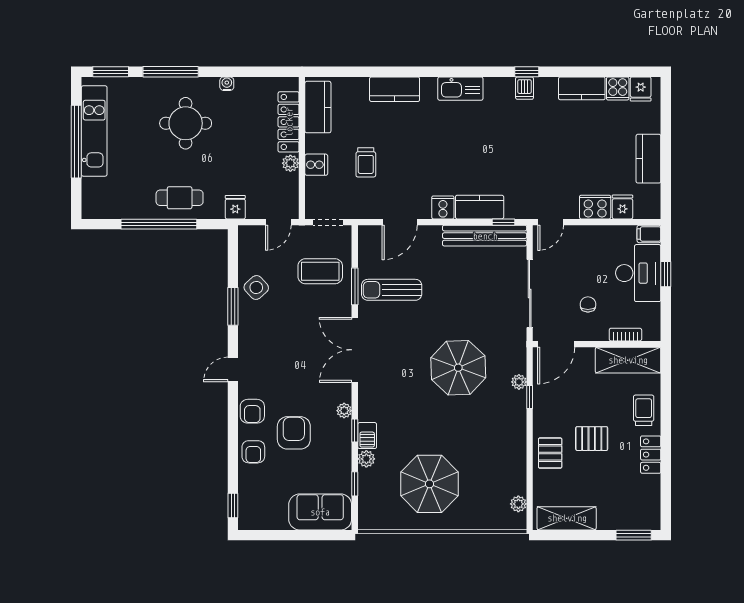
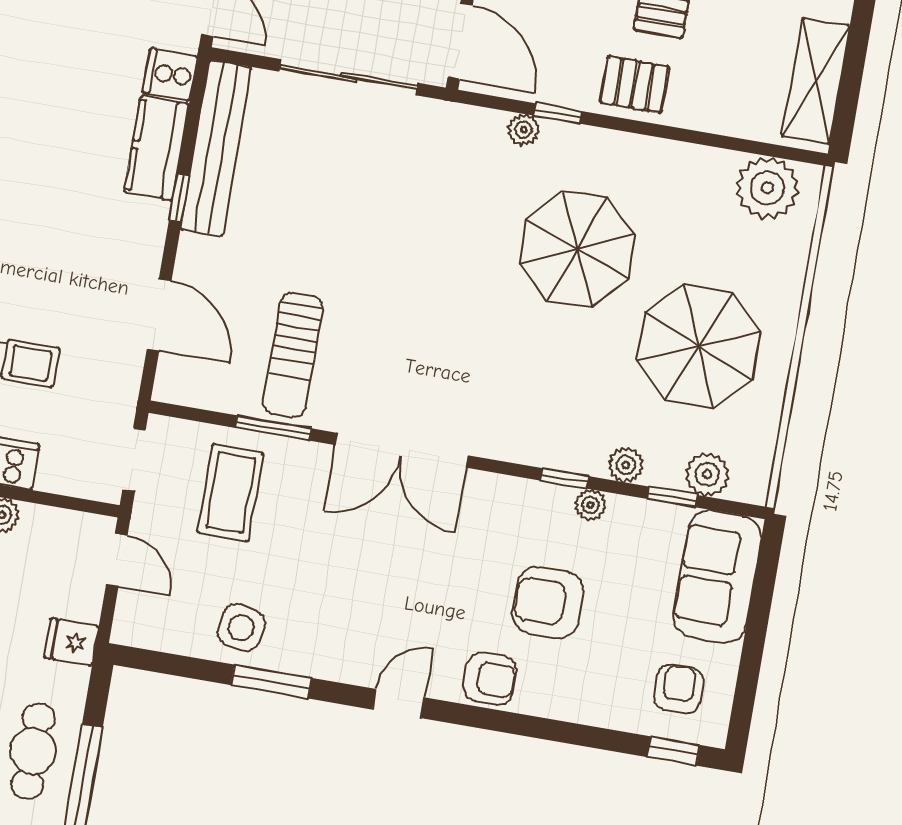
cooker: (443, 207) -> (170, 74), moved
window: (503, 222) -> (179, 198), moved
side table: (256, 287) -> (241, 628), turned -37
parasol: (458, 368) -> (577, 249), moved
door: (233, 369) -> (398, 703), swing flipped
plant: (344, 411) -> (590, 505), moved
barbecue: (367, 436) -> (579, 455), removed
armchair: (253, 452) -> (678, 689), moved, turned -90
pallet: (550, 453) -> (634, 84), moved
plant: (369, 499) -> (707, 474), added
plant: (518, 504) -> (767, 188), width x1.88, depth x1.88

